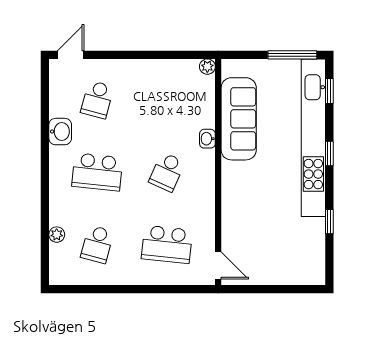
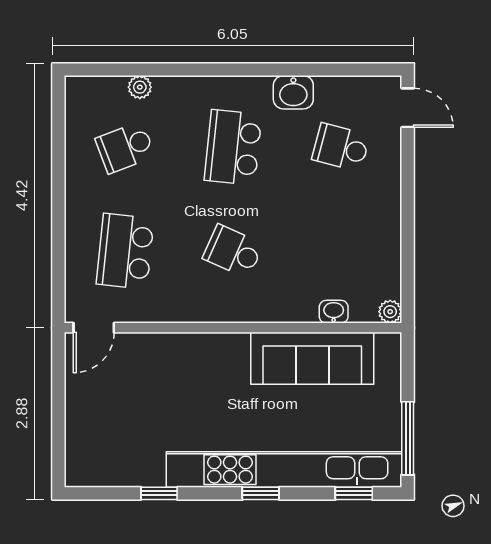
washbasin: (207, 139) -> (334, 312), moved
school desk: (97, 244) -> (125, 147), turned -36

